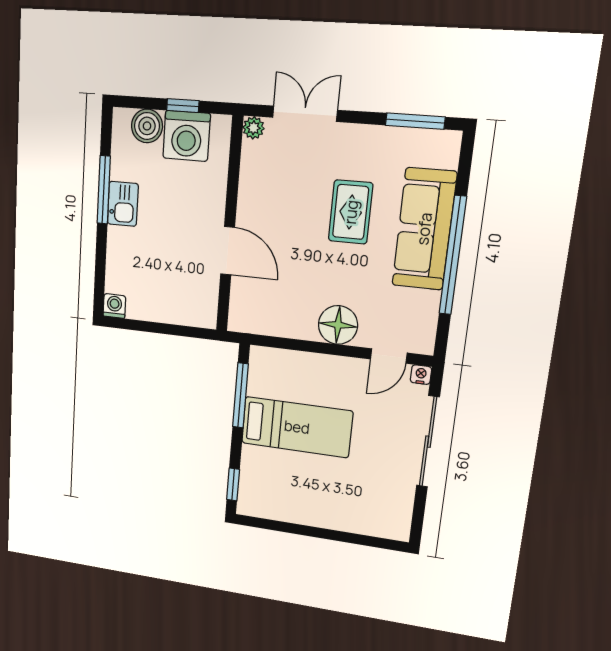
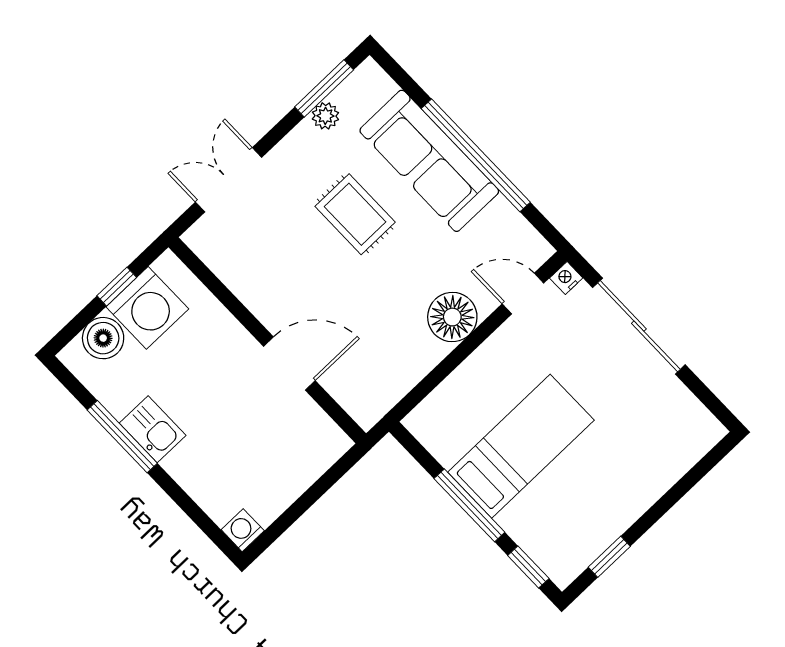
plant: (253, 128) -> (325, 116), moved
door: (389, 356) -> (523, 294), swing flipped
window: (240, 395) -> (469, 505), moved
window: (278, 526) -> (609, 557), added

